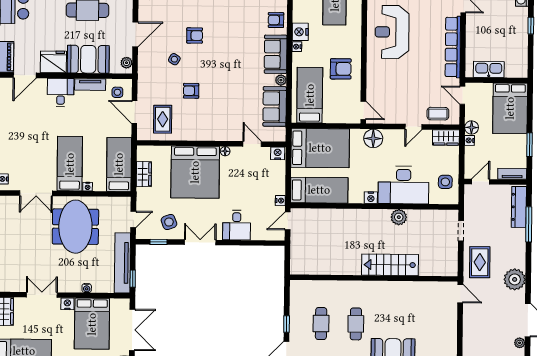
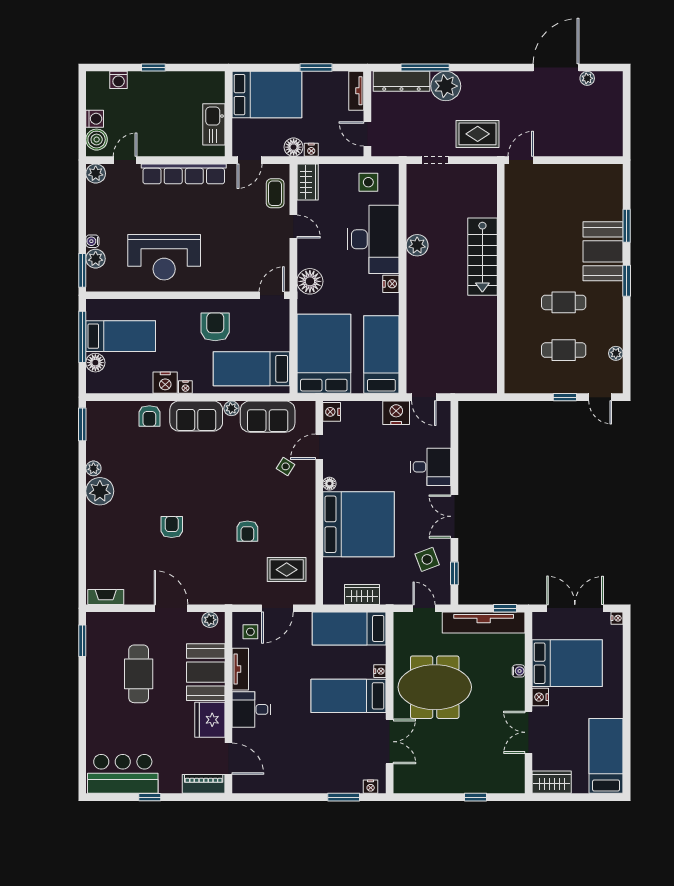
side table: (174, 59) -> (286, 466), moved
nightstand: (280, 201) -> (396, 413), width x1.89, depth x1.79
plant: (515, 279) -> (446, 86), moved

